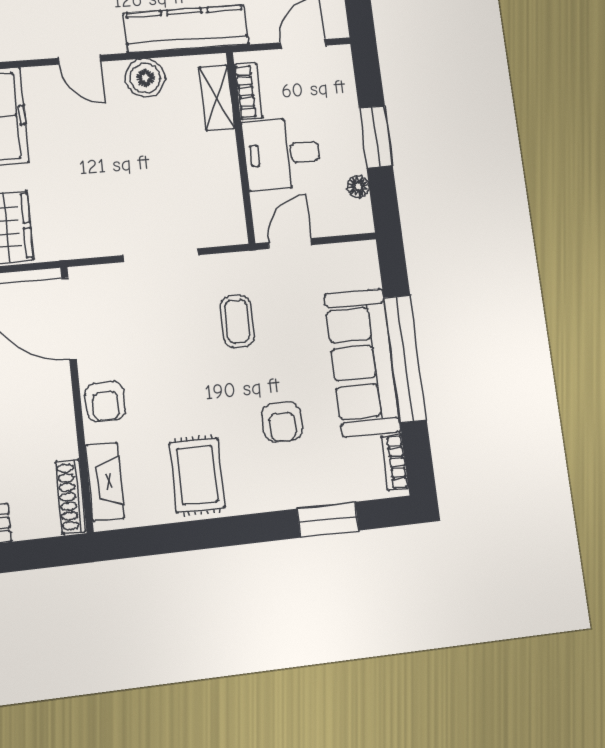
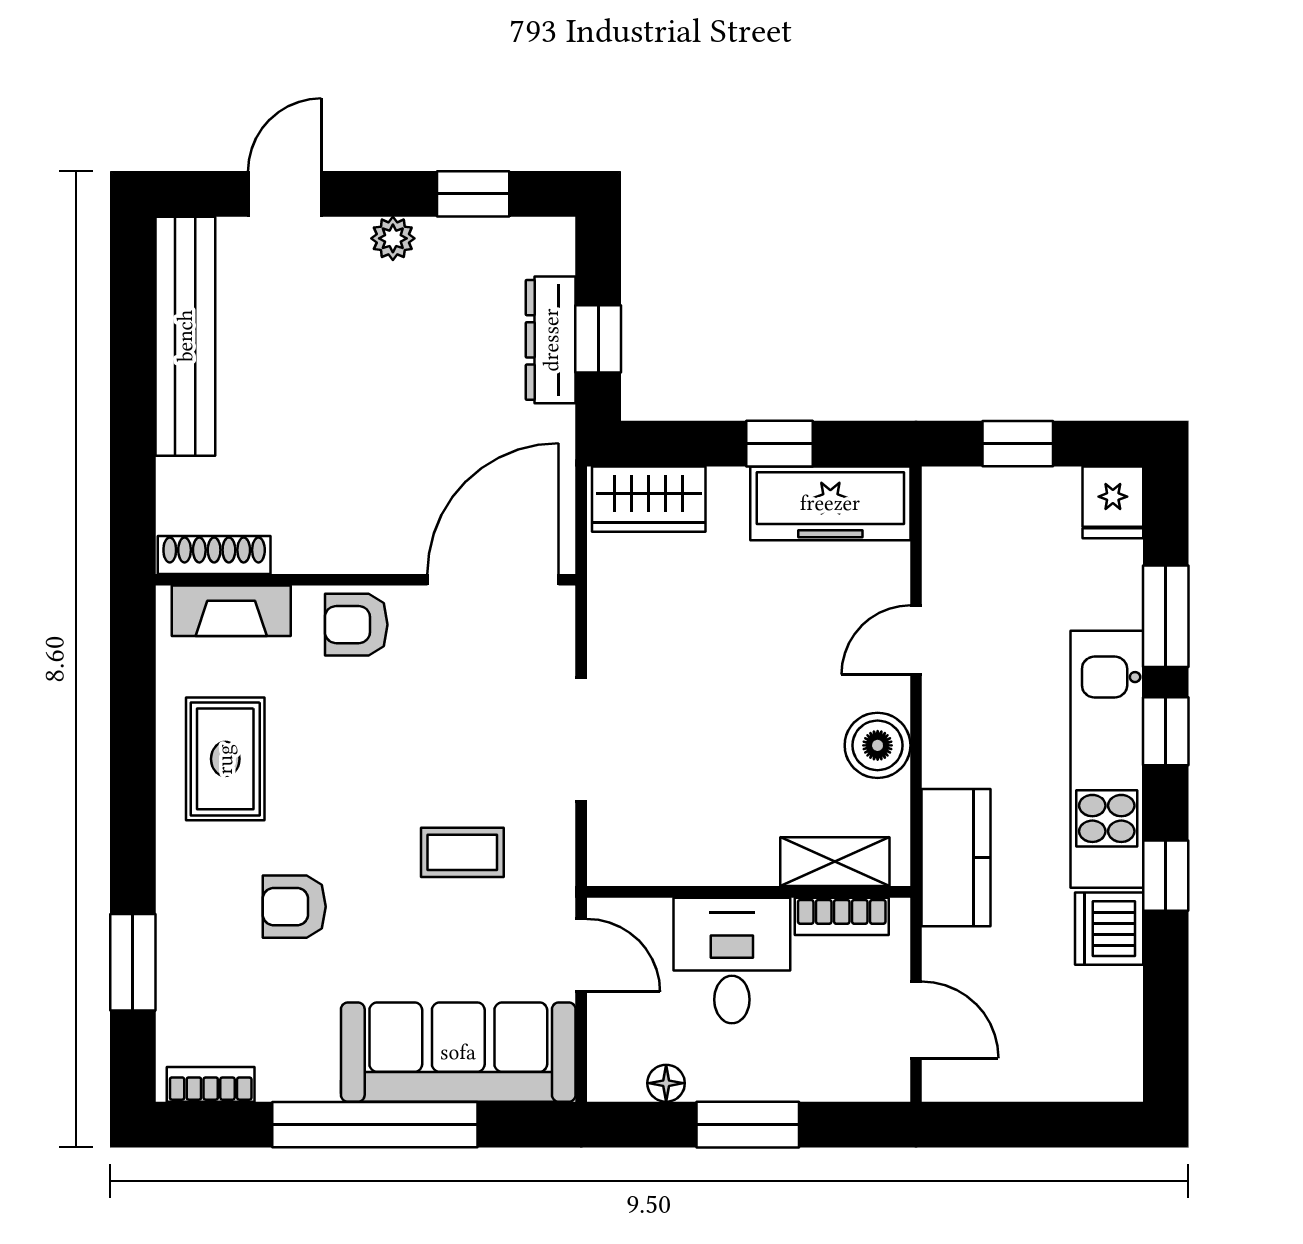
kitchen counter: (186, 29) -> (956, 858), width x0.67
sofa: (362, 362) -> (458, 1052), moved
rug: (197, 475) -> (225, 759), turned 90

